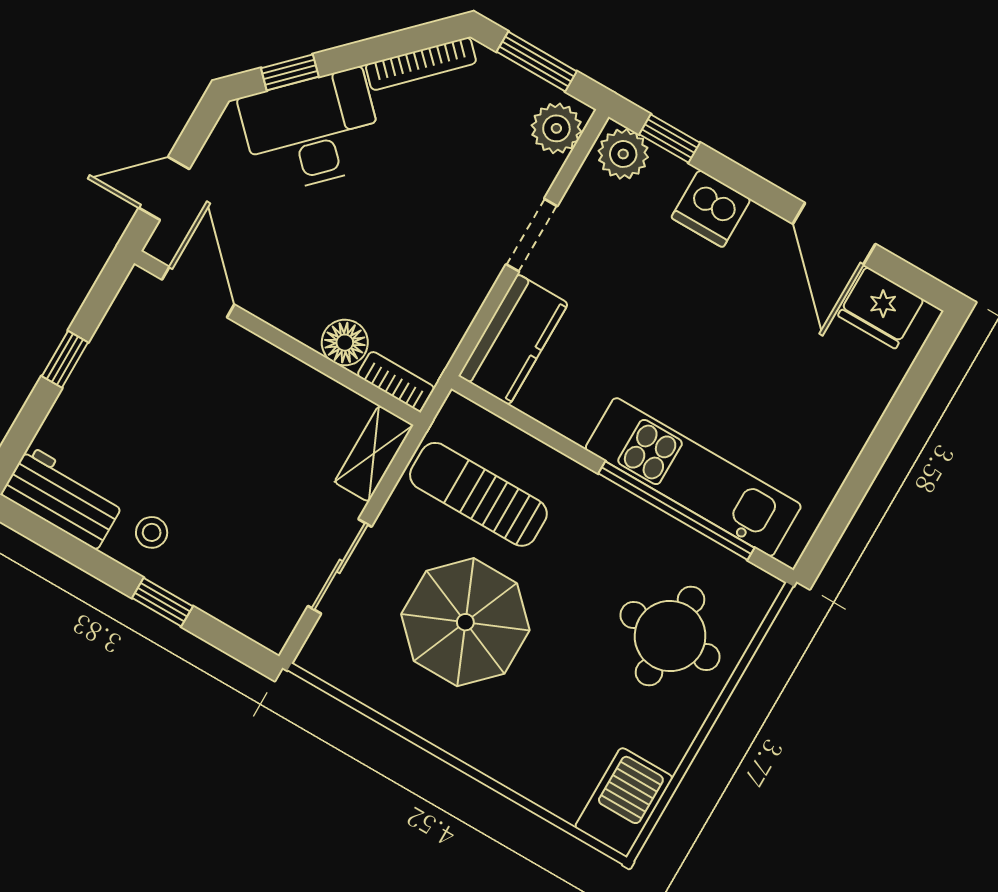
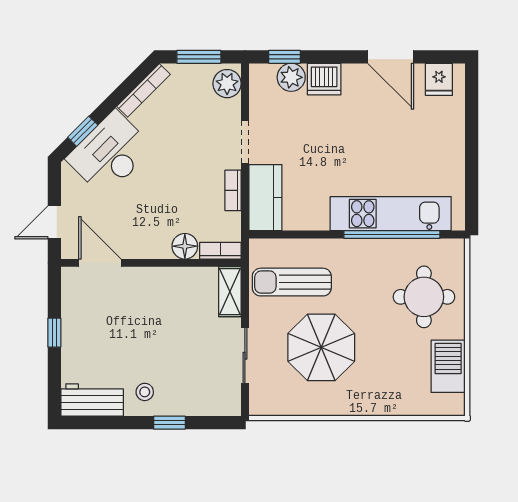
plant: (623, 154) -> (291, 77), moved
bookcase: (470, 299) -> (233, 190), added
fridge: (881, 308) -> (439, 79), width x0.72
barbecue: (624, 802) -> (448, 366), moved

